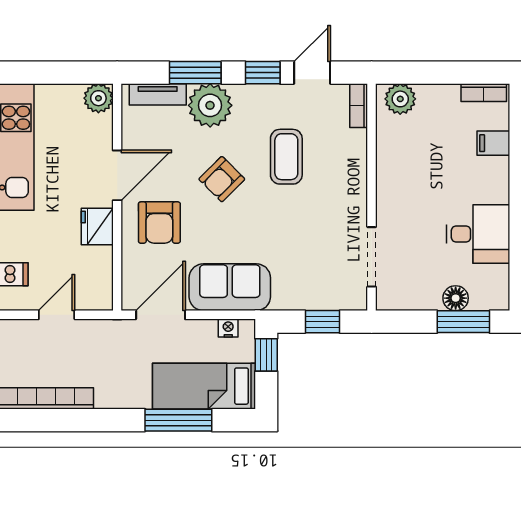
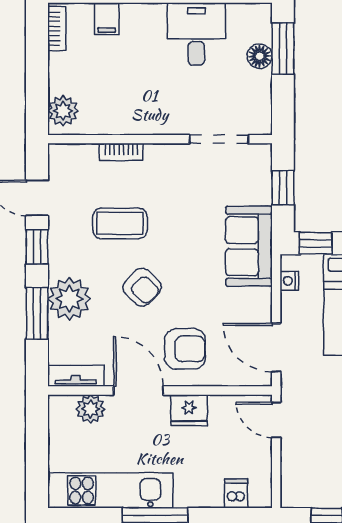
tv unit: (158, 94) -> (76, 376), moved, turned -90
plant: (98, 98) -> (91, 409), moved
bookcase: (359, 106) -> (121, 152), moved
sofa: (230, 287) -> (249, 246), moved
door: (57, 315) -> (276, 420), moved

